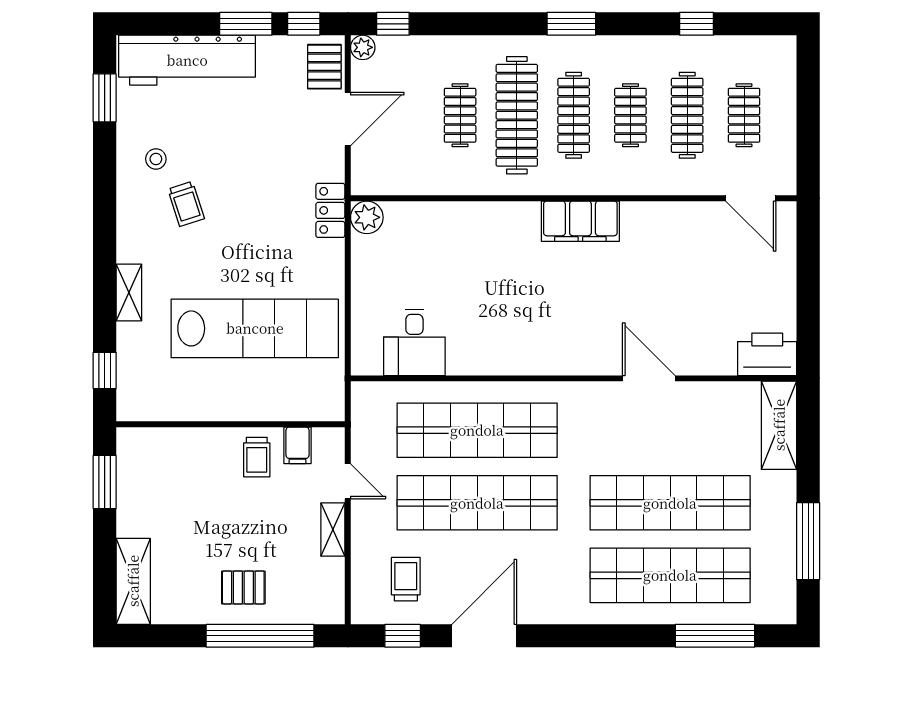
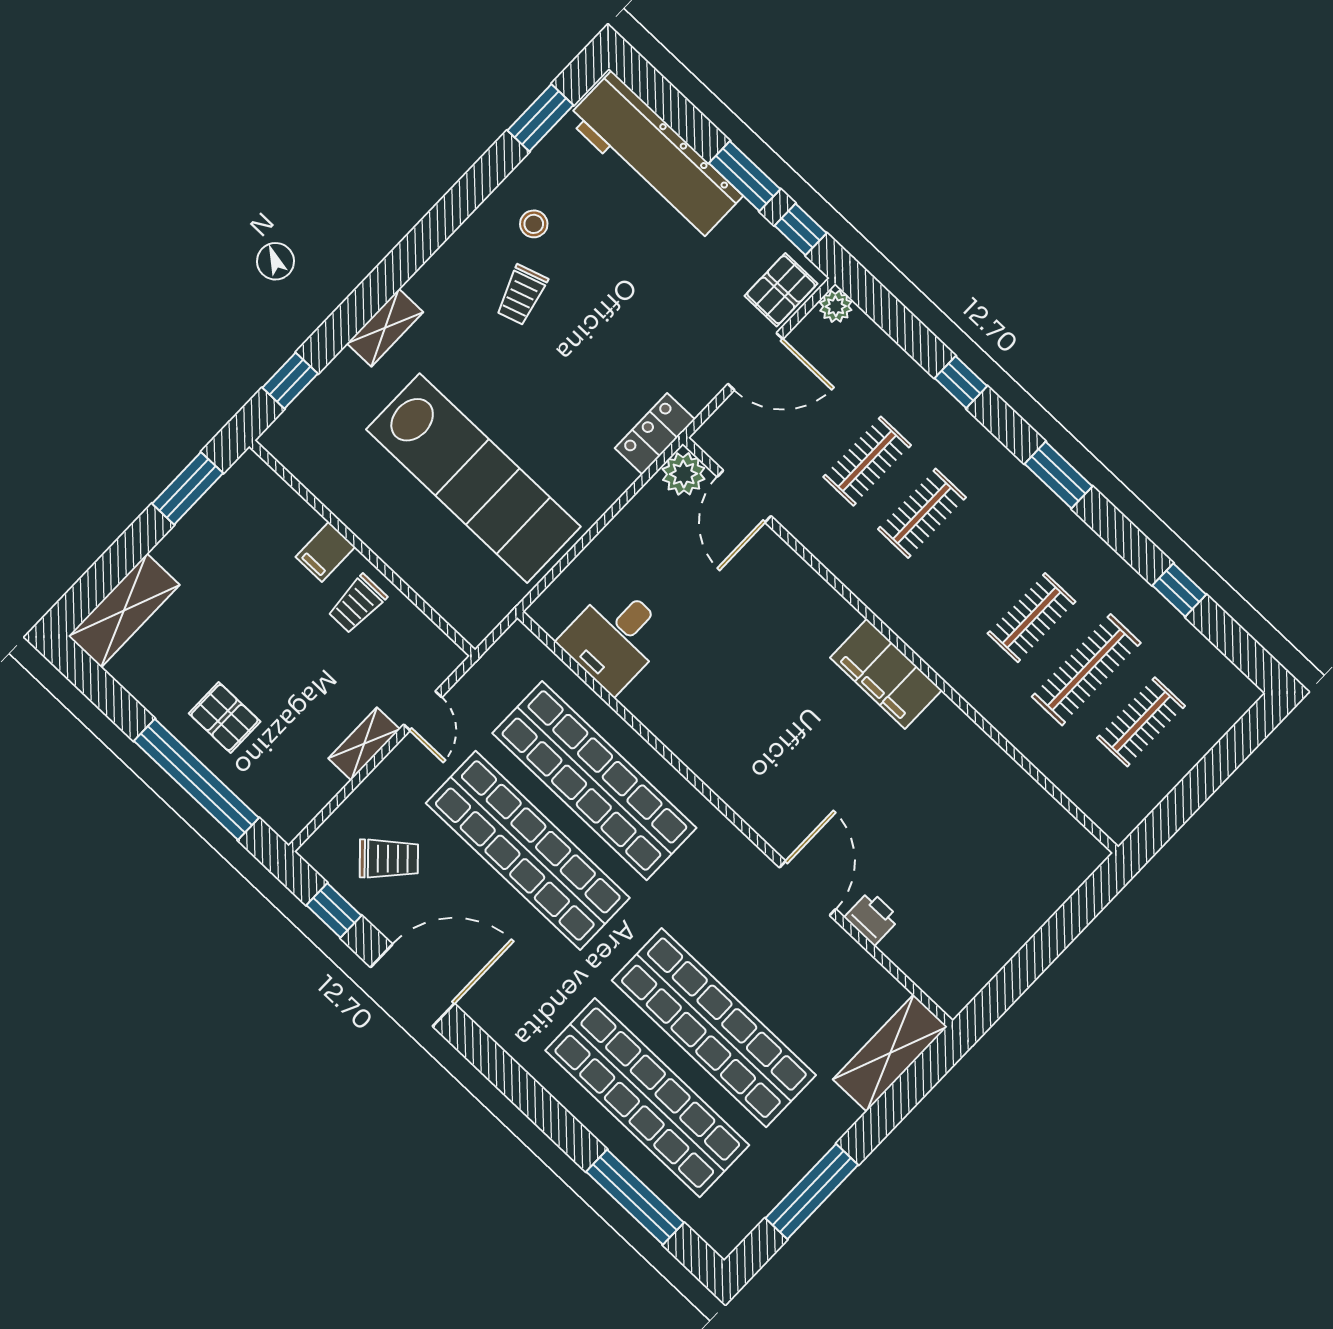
window: (393, 24) -> (961, 382), moved
clothes rail: (517, 115) -> (922, 513), width x0.54, depth x0.76
clothes rail: (574, 115) -> (977, 565), removed
door: (751, 198) -> (744, 496), moved
printer: (767, 354) -> (872, 918), moved, width x0.53, depth x0.68
filing cabinet: (298, 445) -> (325, 552), moved
trolley: (406, 579) -> (389, 859), turned 47

